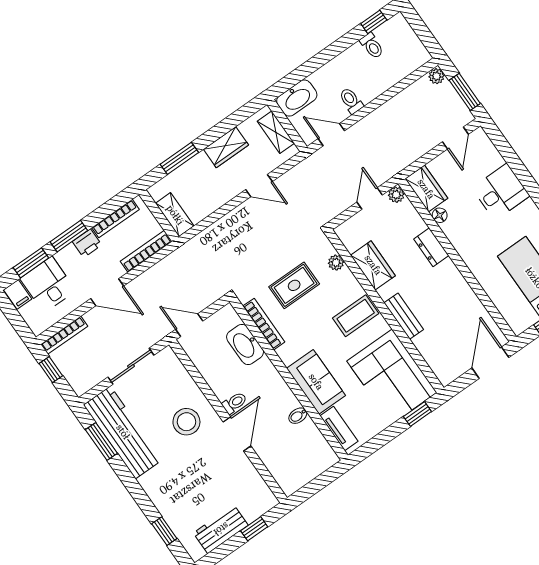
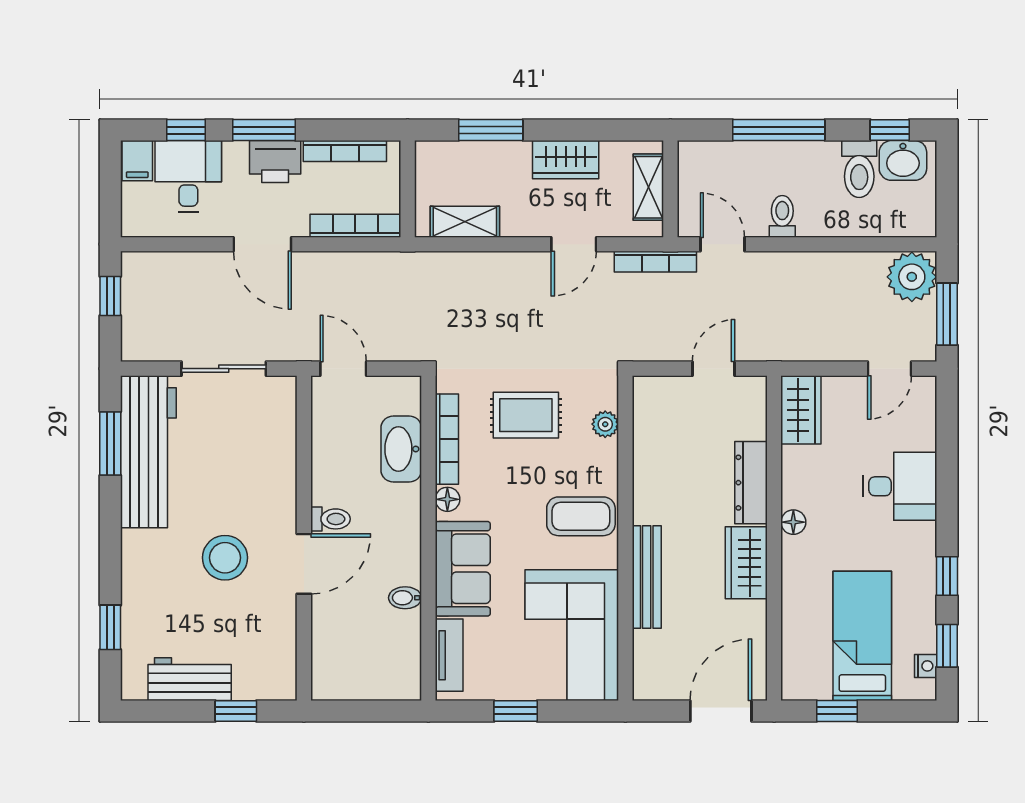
toilet: (372, 46) -> (859, 169), width x1.37, depth x1.39
window: (320, 60) -> (779, 130), added
plant: (437, 76) -> (912, 277), width x1.88, depth x1.88
washbasin: (297, 98) -> (903, 160), moved, width x0.72
door: (259, 186) -> (574, 244), hinge flipped
plant: (396, 195) -> (754, 389), removed
shelving: (175, 215) -> (465, 222), moved, turned 90
floor lamp: (440, 215) -> (793, 522), moved
printer: (87, 243) -> (275, 162), width x1.36, depth x1.24
dresser: (431, 247) -> (751, 483), width x1.44
window: (31, 263) -> (186, 130), width x0.67
wardrobe: (373, 265) -> (746, 563), moved, turned 180
bench: (404, 316) -> (647, 577), width x1.36
bookcase: (64, 335) -> (655, 262), moved
floor lamp: (285, 353) -> (447, 499), added
window: (417, 414) -> (516, 711), moved
stool: (186, 422) -> (225, 558), moved

